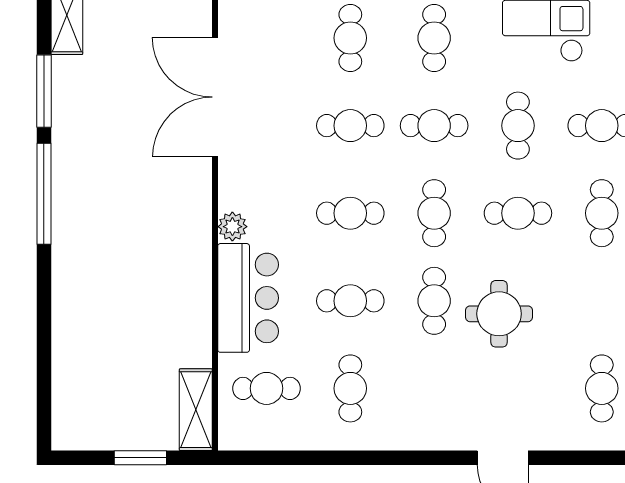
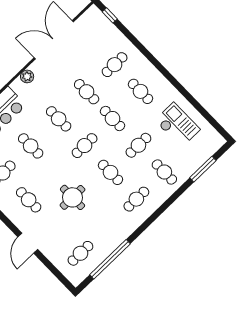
cafe table: (434, 38) -> (140, 91), turned 90
plant: (232, 227) -> (27, 76), moved
cafe table: (434, 301) -> (29, 200), moved, turned 90

